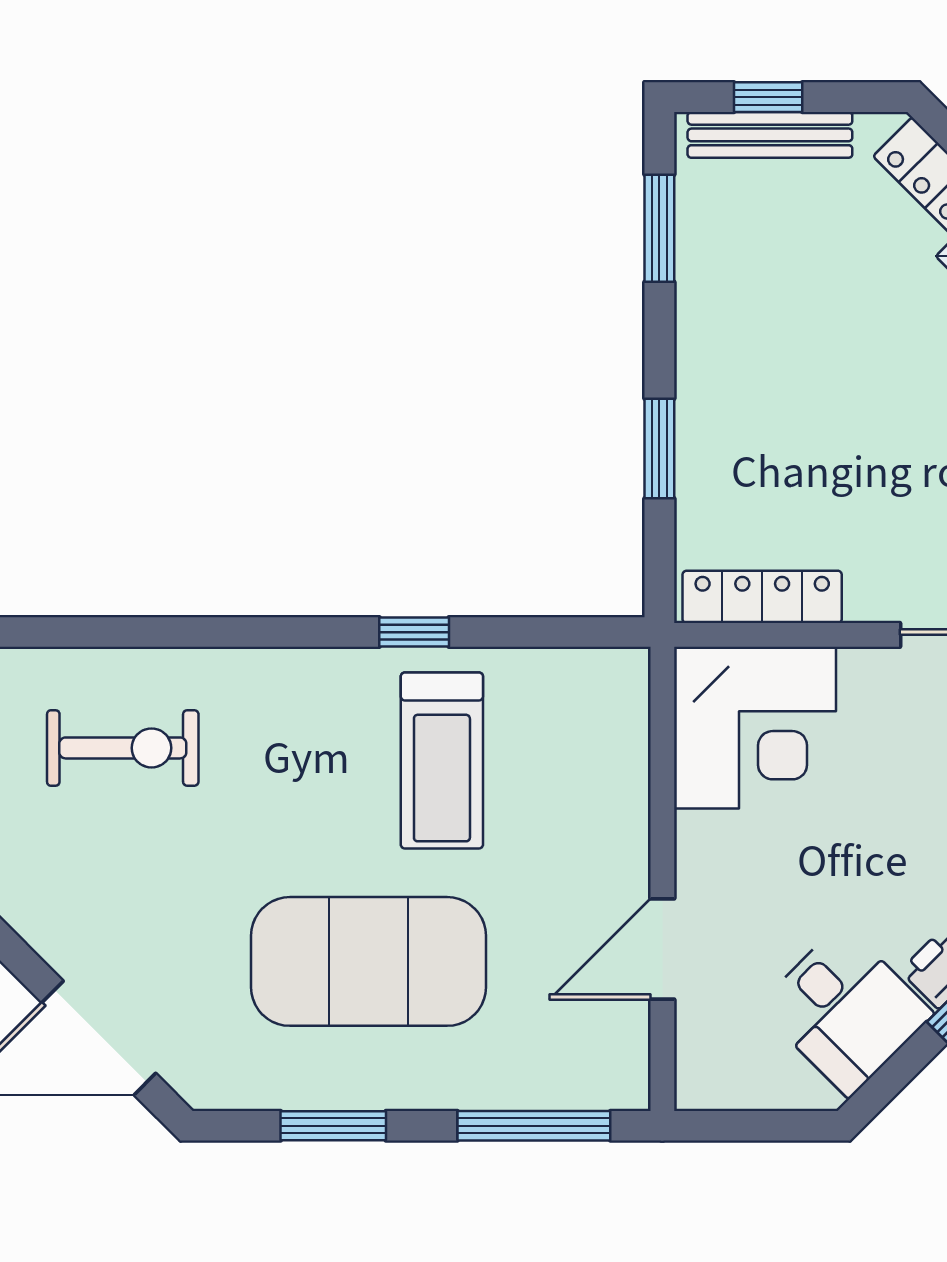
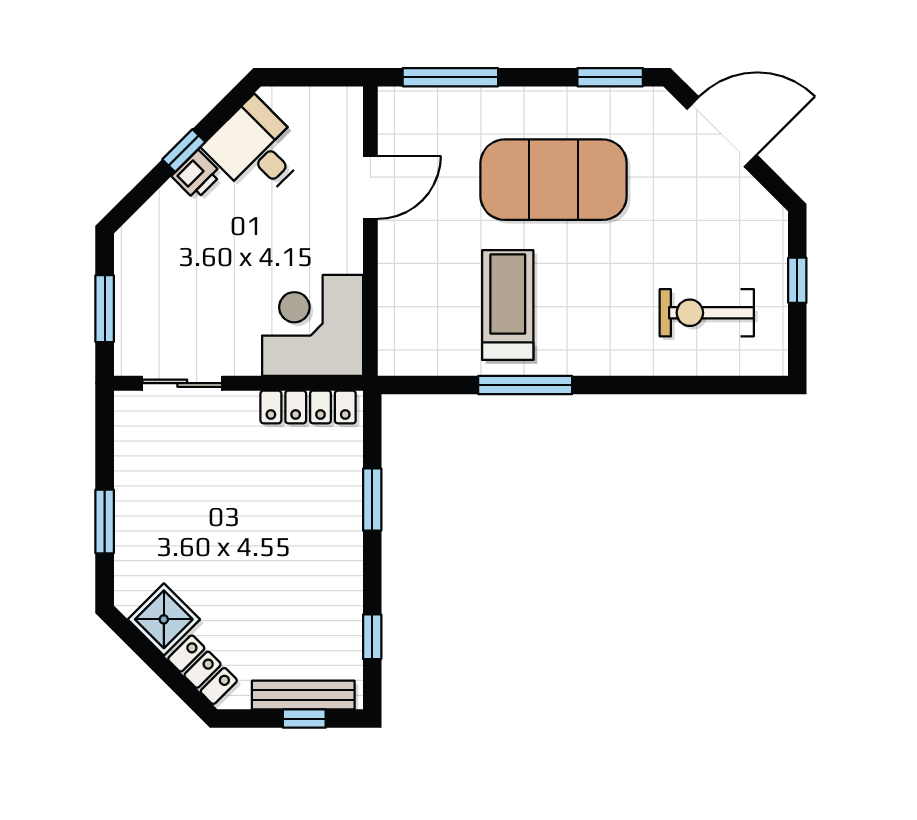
window: (659, 228) -> (372, 637), width x0.67
window: (414, 632) -> (525, 385), width x2.17
window: (333, 1126) -> (610, 77), moved

